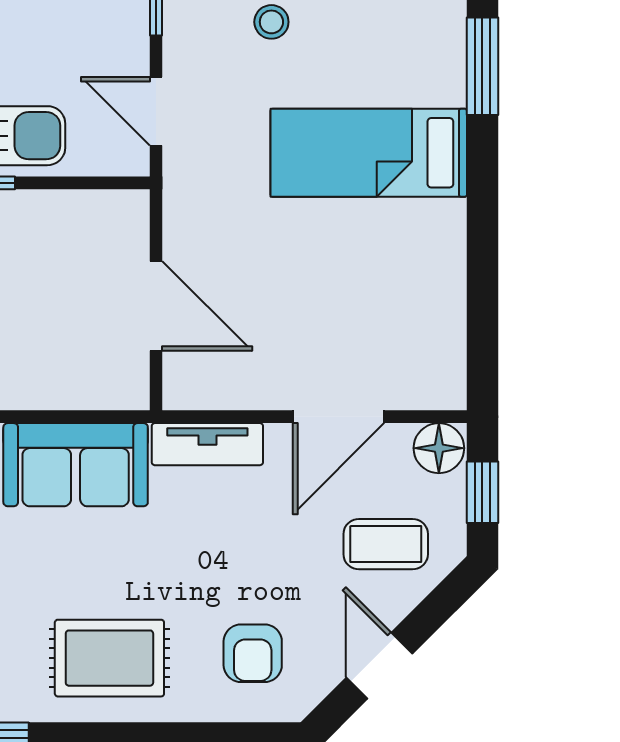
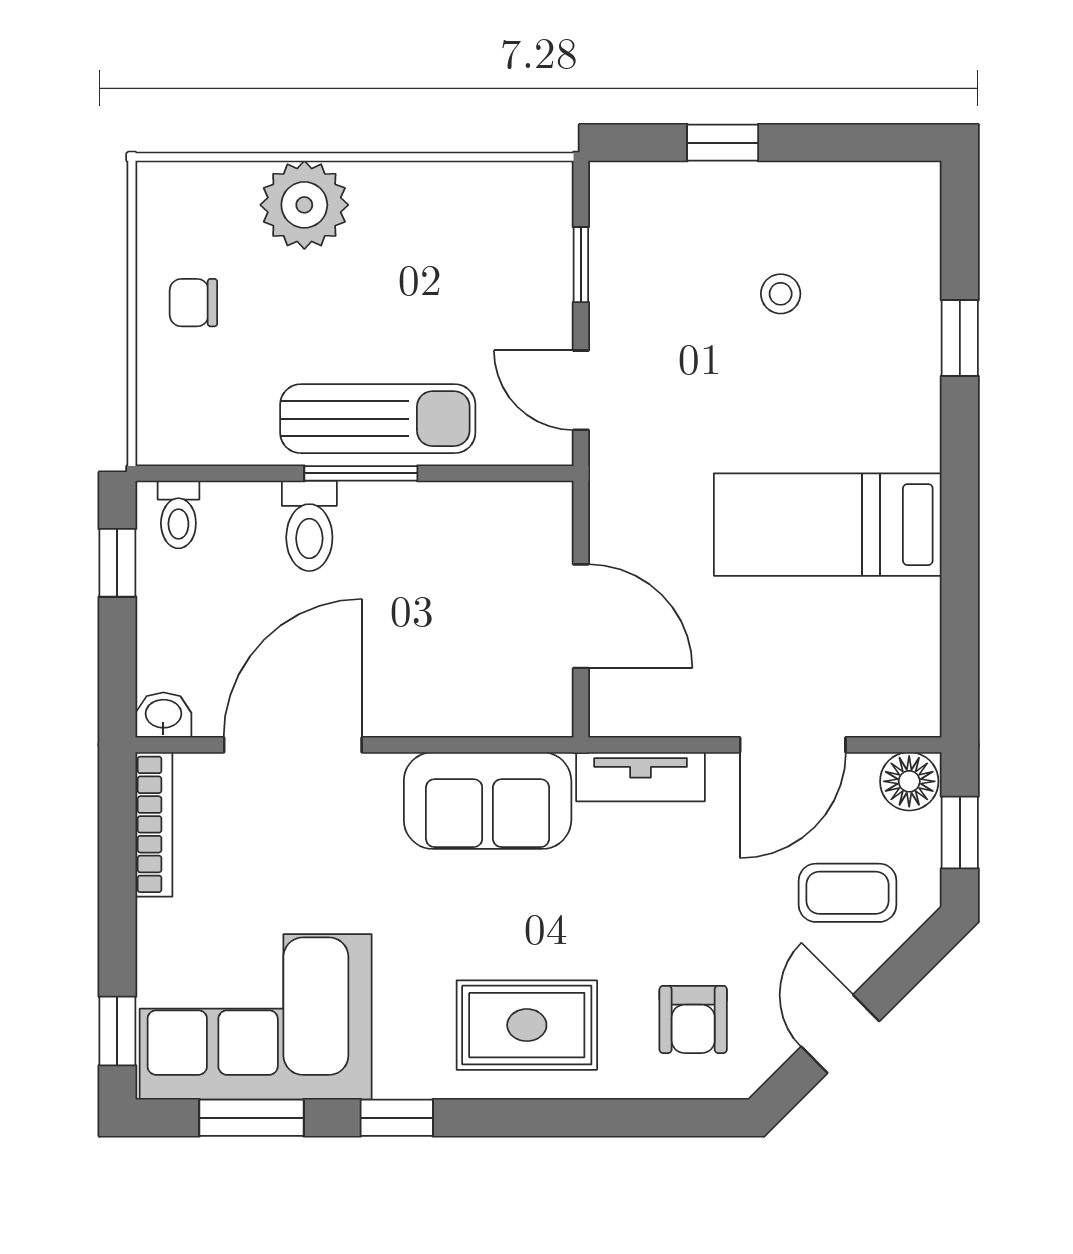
stool: (271, 22) -> (781, 294), moved
window: (482, 66) -> (960, 338), width x0.67
bed: (369, 153) -> (828, 525), moved

